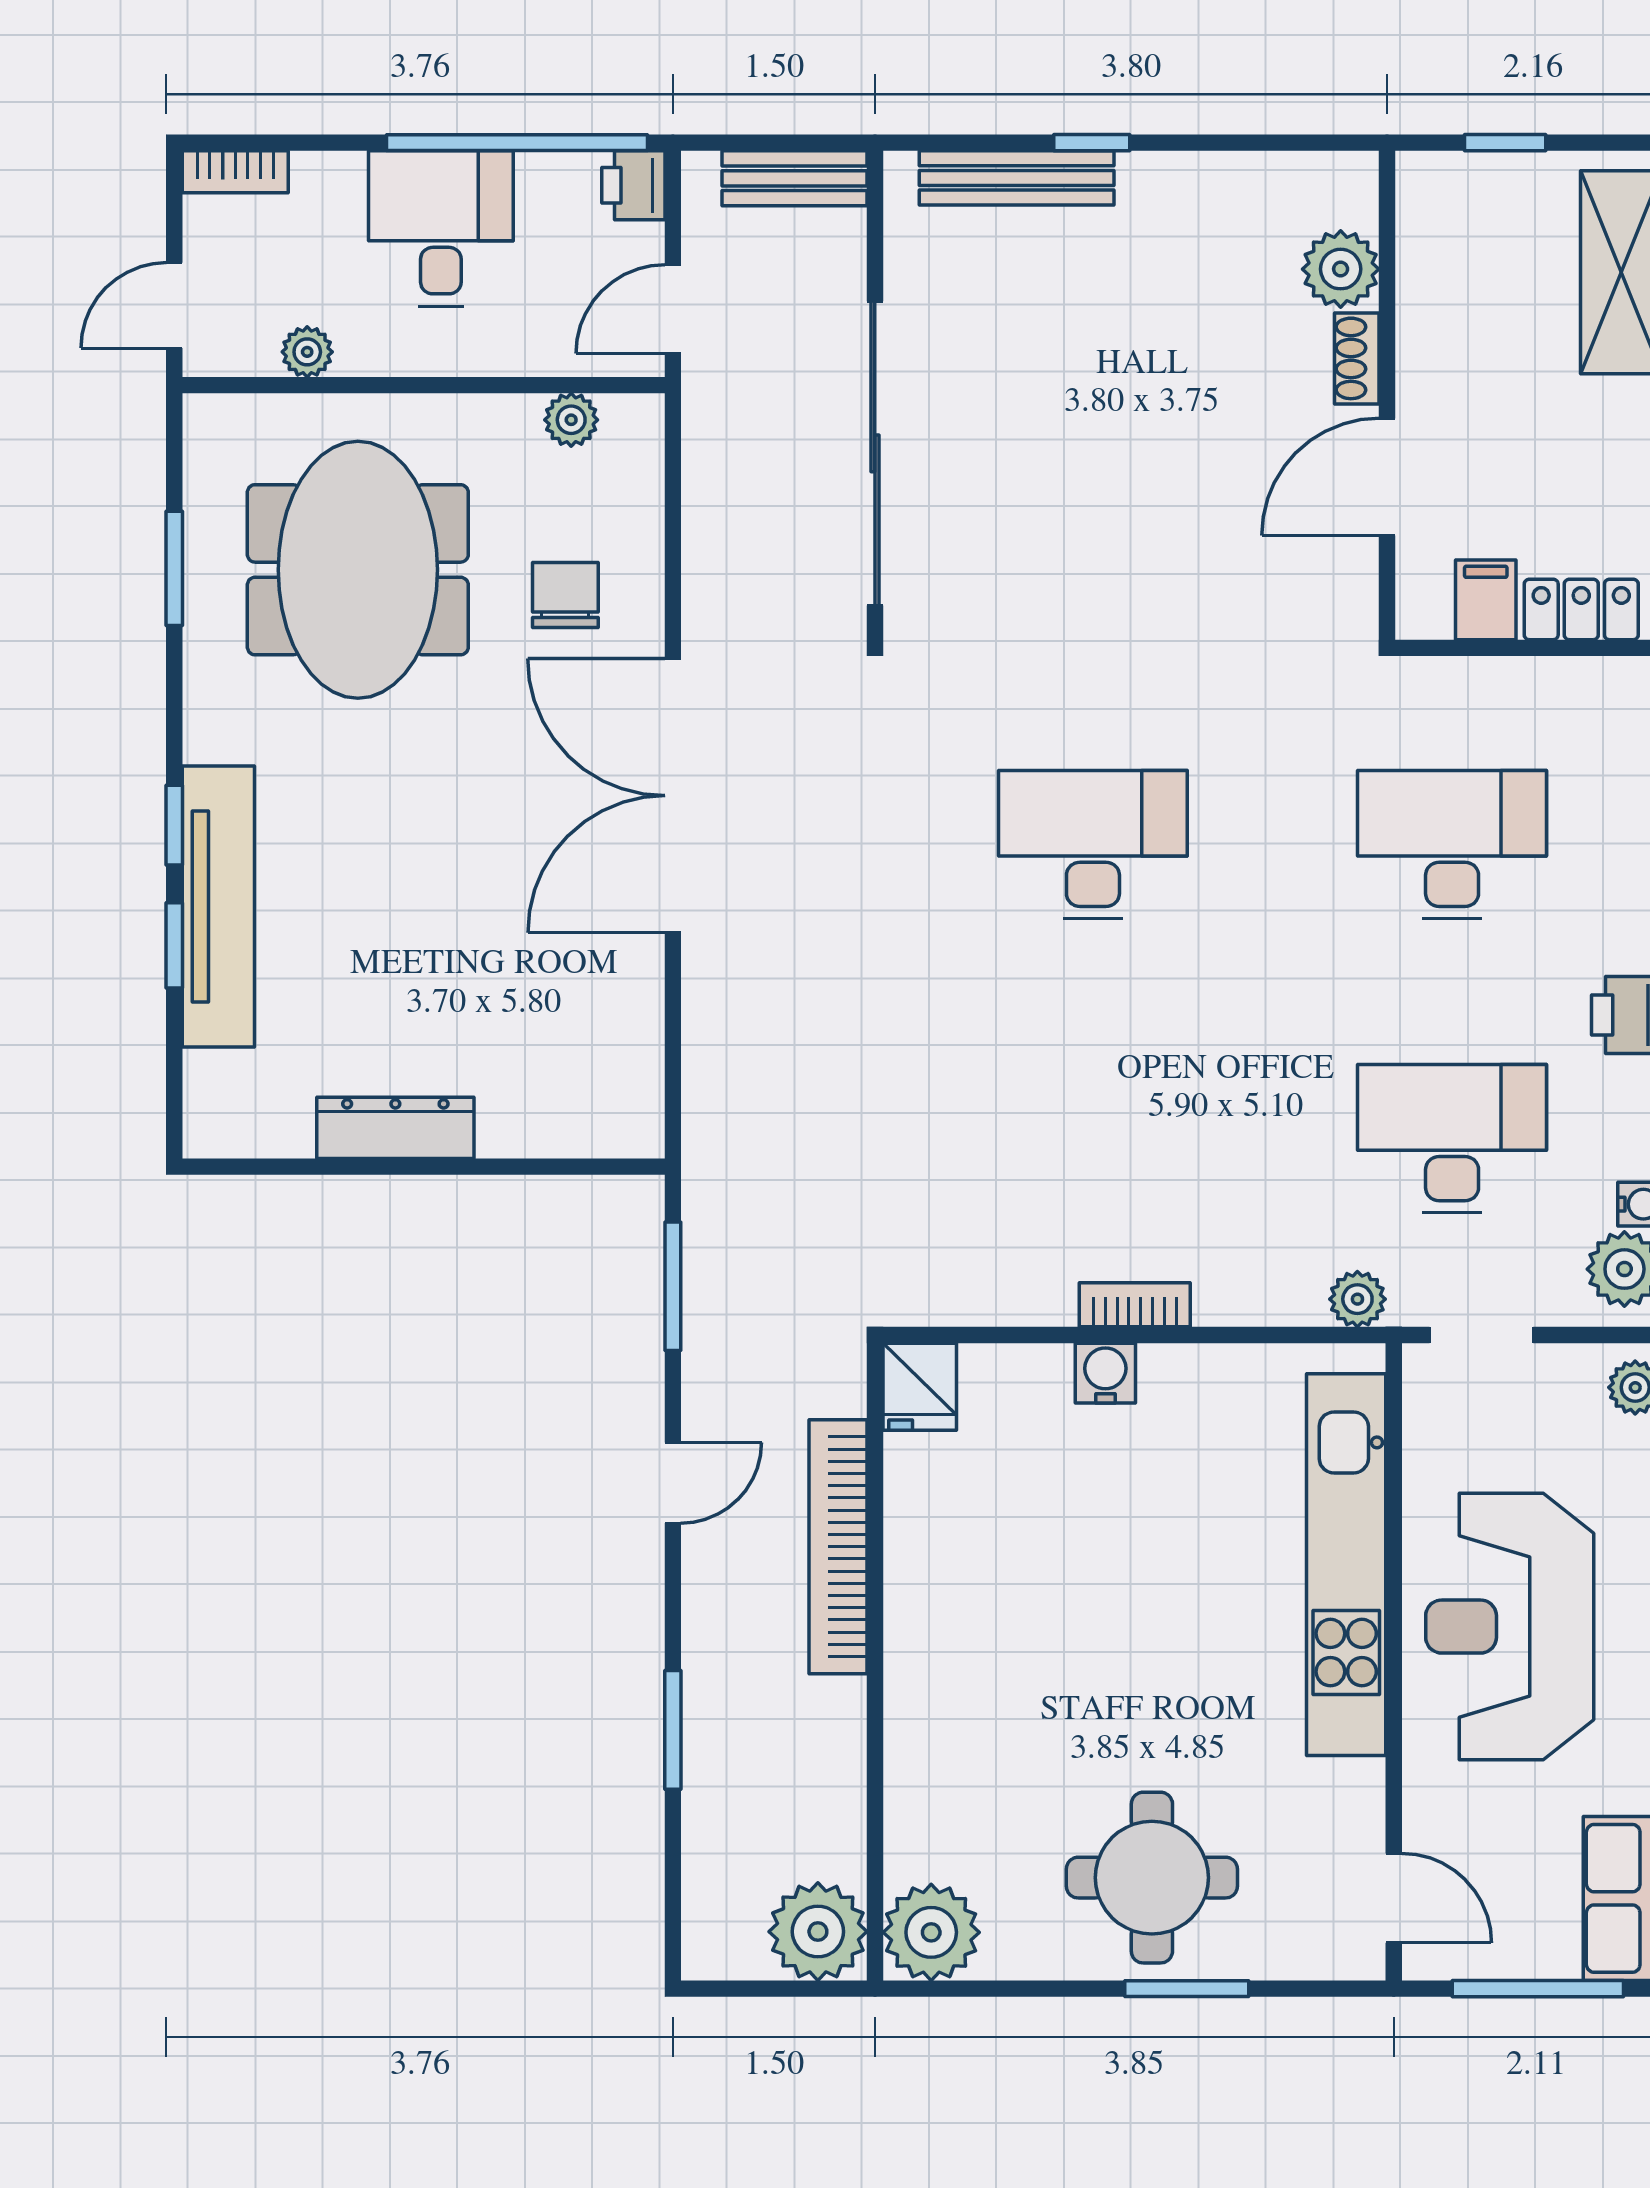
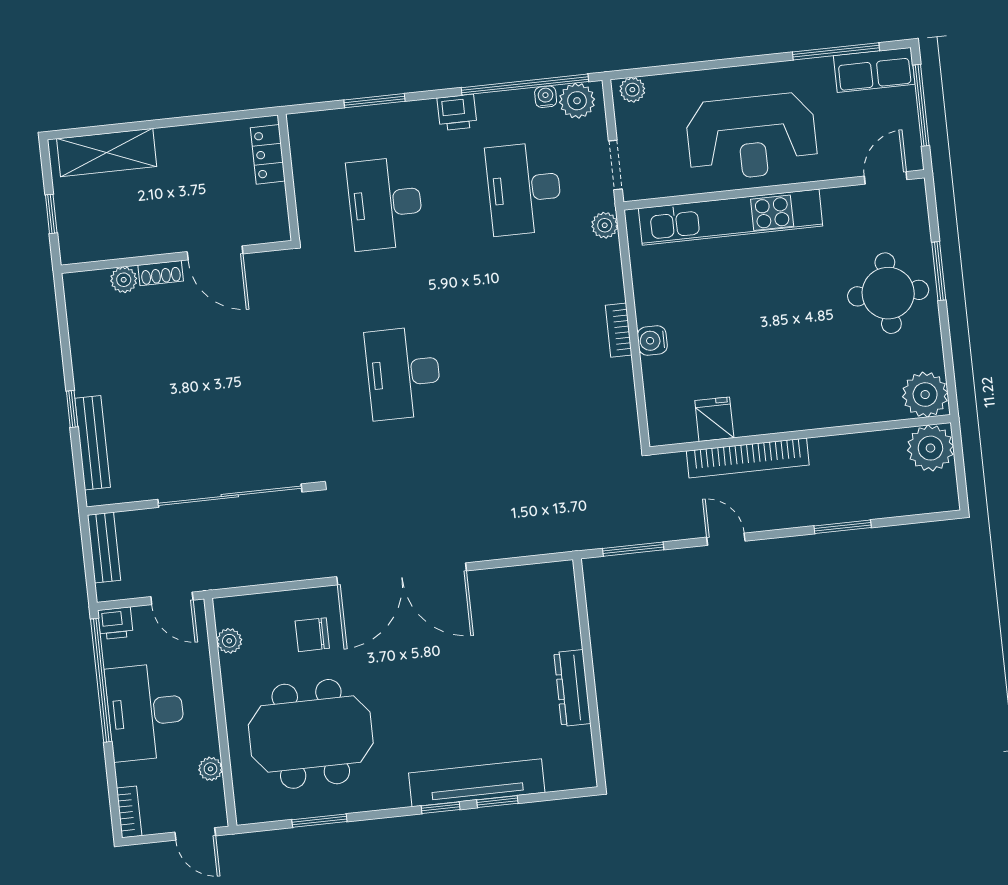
desk: (441, 229) -> (146, 712), width x1.37
plant: (1341, 269) -> (124, 280), width x0.73, depth x0.73
filing cabinet: (1486, 600) -> (268, 200), removed
fridge: (920, 1387) -> (714, 419), moved, turned -90

